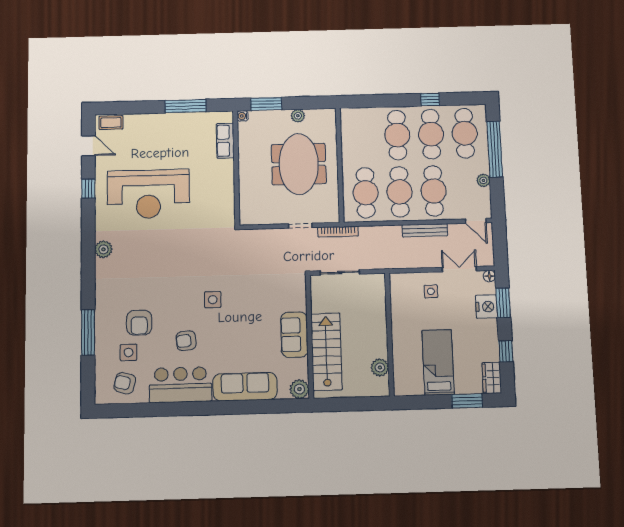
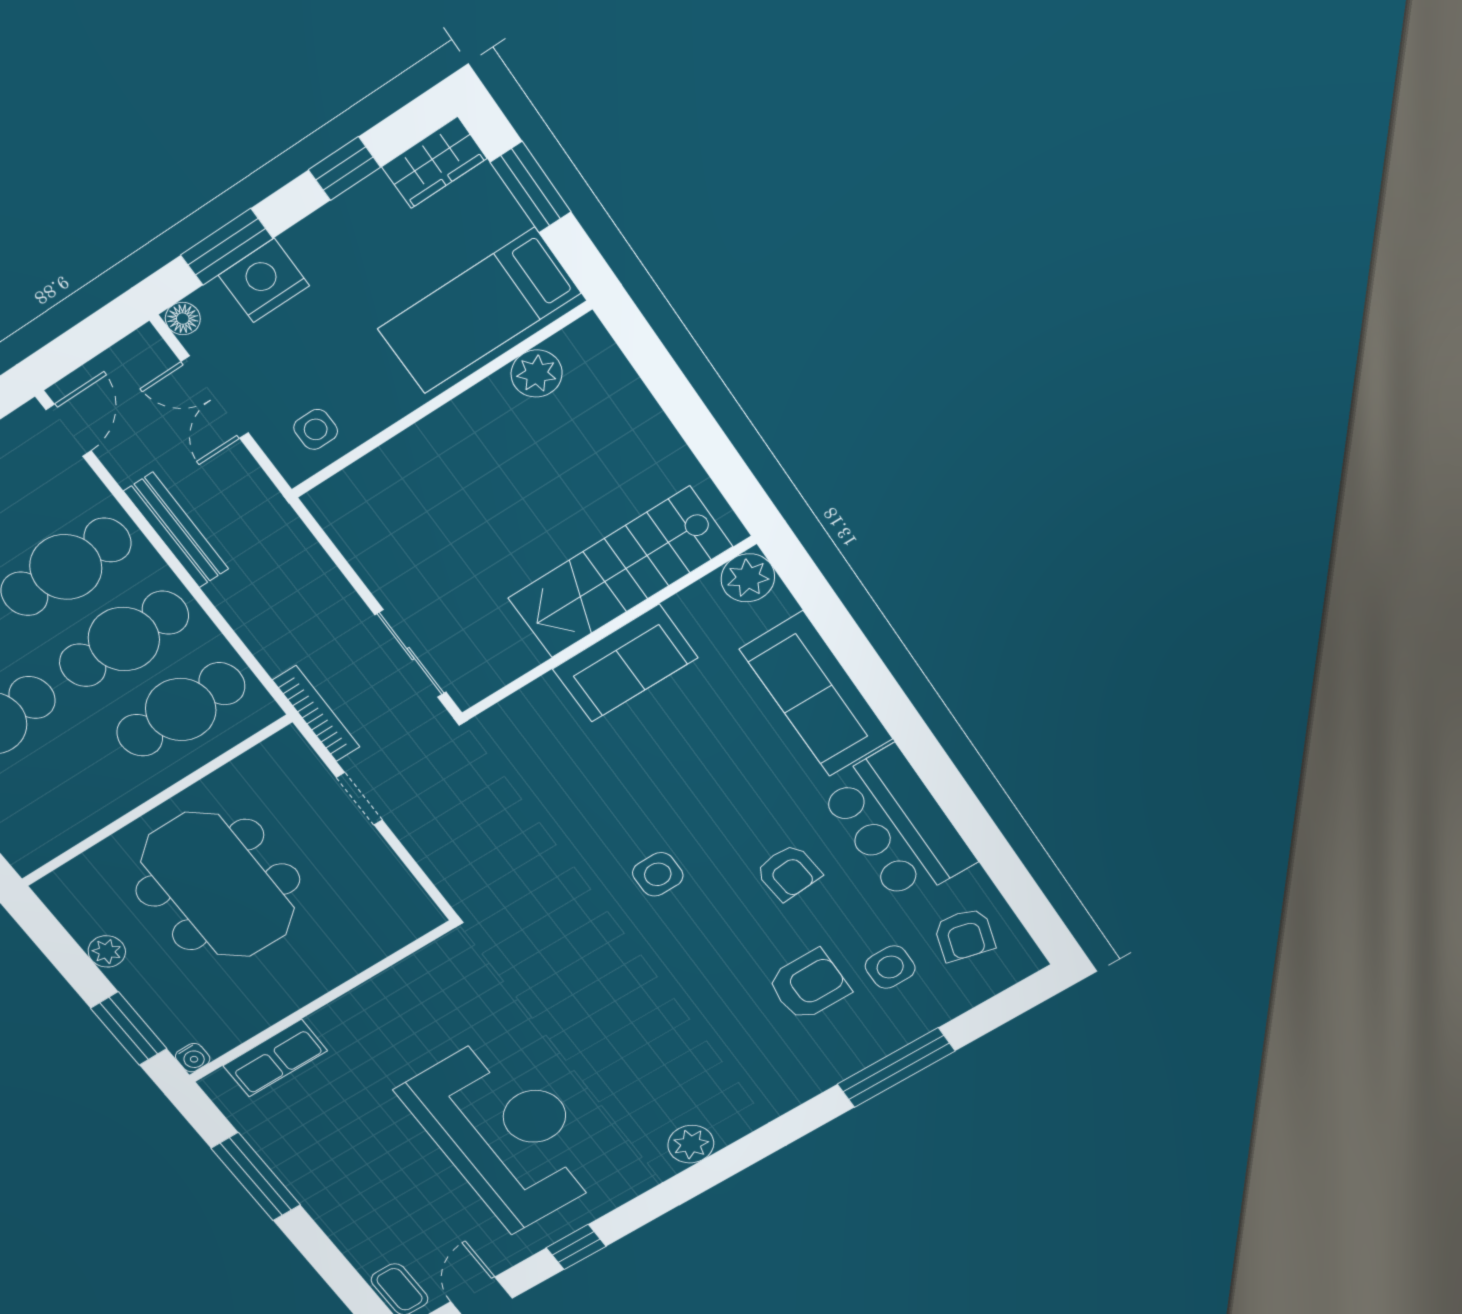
meeting table: (299, 164) -> (218, 885), turned 90
wall: (389, 334) -> (440, 400), moved
plant: (380, 367) -> (537, 373), moved

